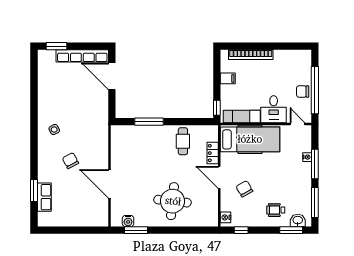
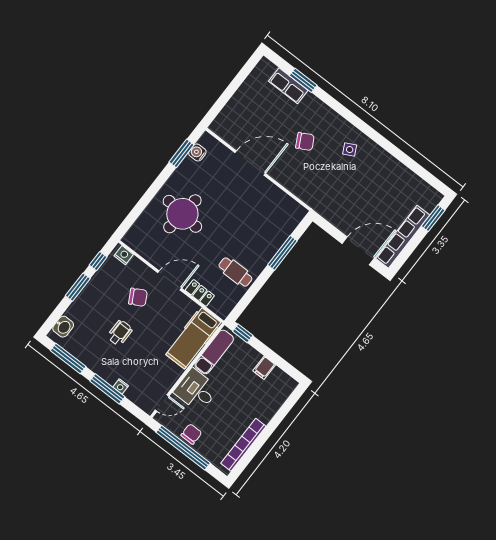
bookcase: (251, 55) -> (243, 445), moved
hospital bed: (250, 139) -> (193, 338), width x0.73, depth x0.78
wheelchair: (276, 210) -> (120, 333), moved
window: (291, 230) -> (78, 287), moved

